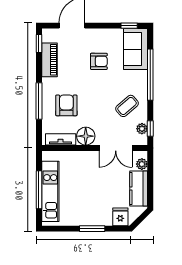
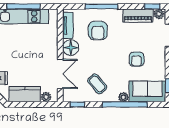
plant: (47, 36) -> (159, 14), added
armchair: (66, 105) -> (98, 31), turned 90
plant: (142, 129) -> (123, 97), moved
double door: (116, 148) -> (60, 74), swing flipped

